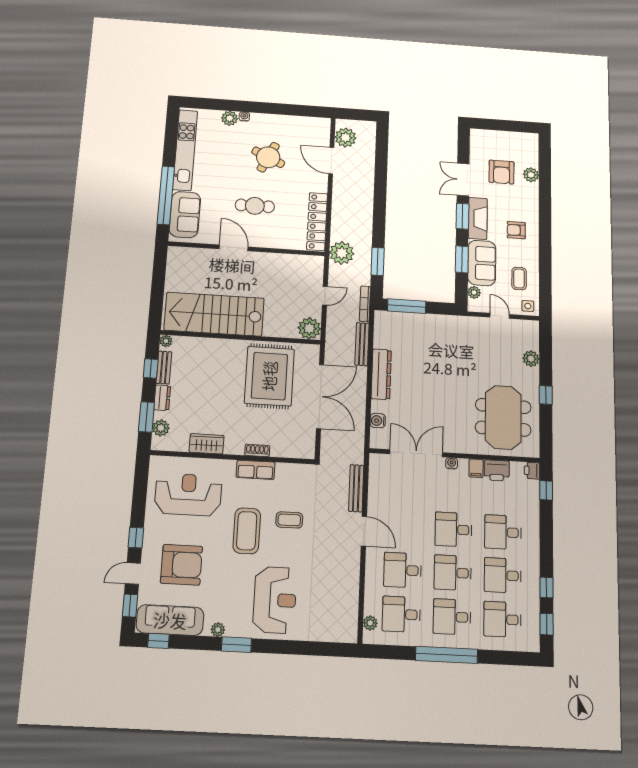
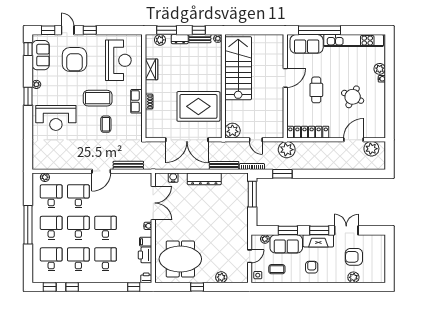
sofa: (170, 620) -> (41, 55), width x0.73

